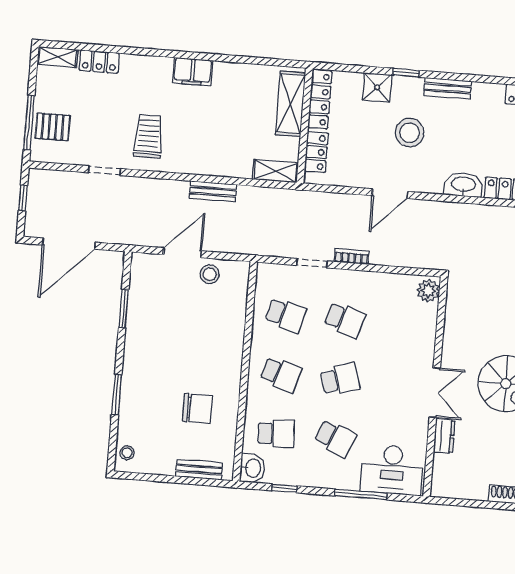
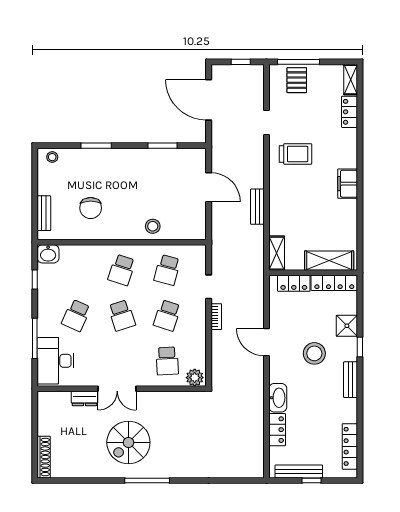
stool: (210, 274) -> (153, 226), moved
school desk: (276, 434) -> (167, 361), moved

